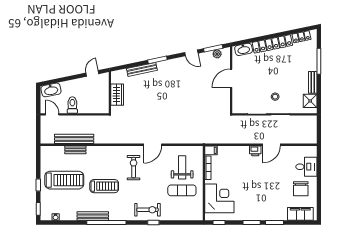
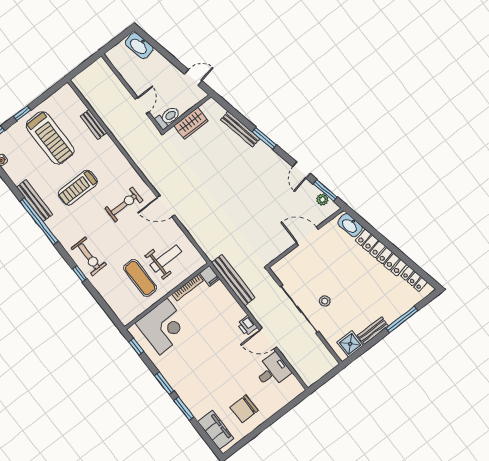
toilet: (72, 105) -> (168, 117), moved
door: (52, 114) -> (142, 106), moved
bench: (74, 139) -> (233, 280), moved
desk: (306, 167) -> (272, 371), moved, turned -90
treadmill: (104, 186) -> (78, 188), turned 90

